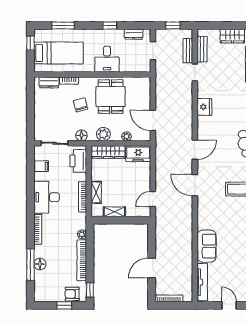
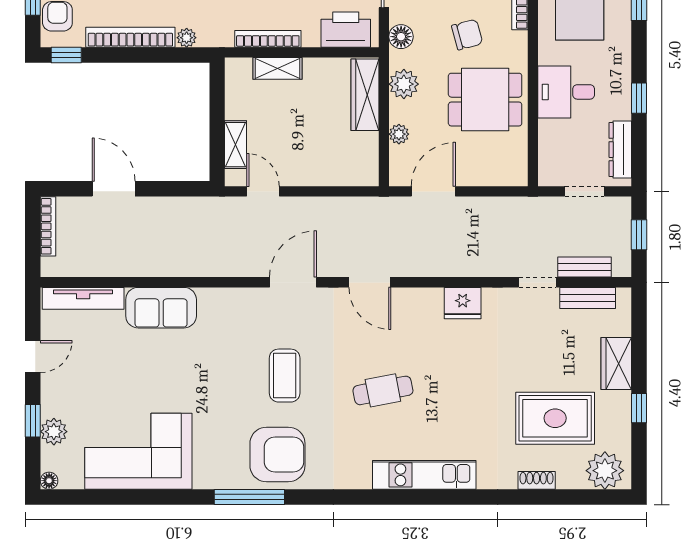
dresser: (134, 34) -> (620, 150), width x1.44
freezer: (138, 154) -> (361, 159), removed
shelving: (114, 212) -> (235, 145), moved

